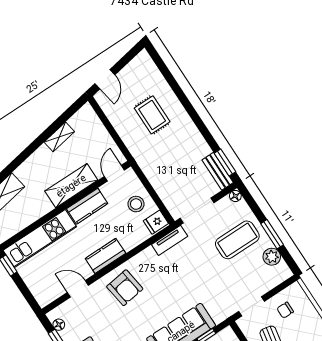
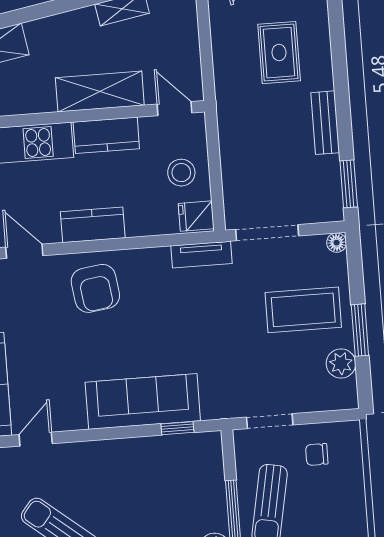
bench: (218, 171) -> (325, 123), moved
door: (114, 173) -> (175, 109), hinge flipped

